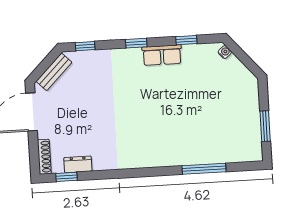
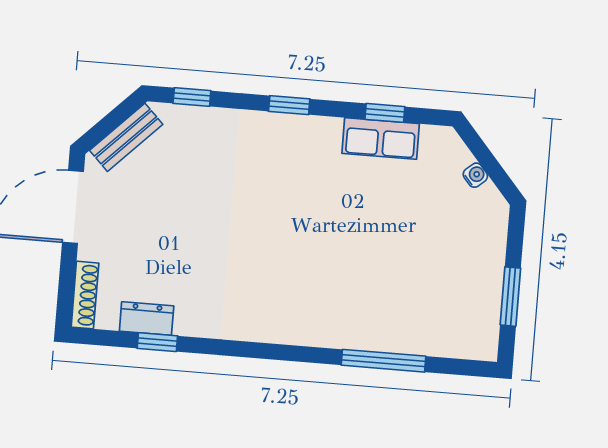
water cooler: (225, 52) -> (475, 175), moved
row of seats: (162, 55) -> (381, 139), moved
window: (66, 177) -> (157, 342), moved

